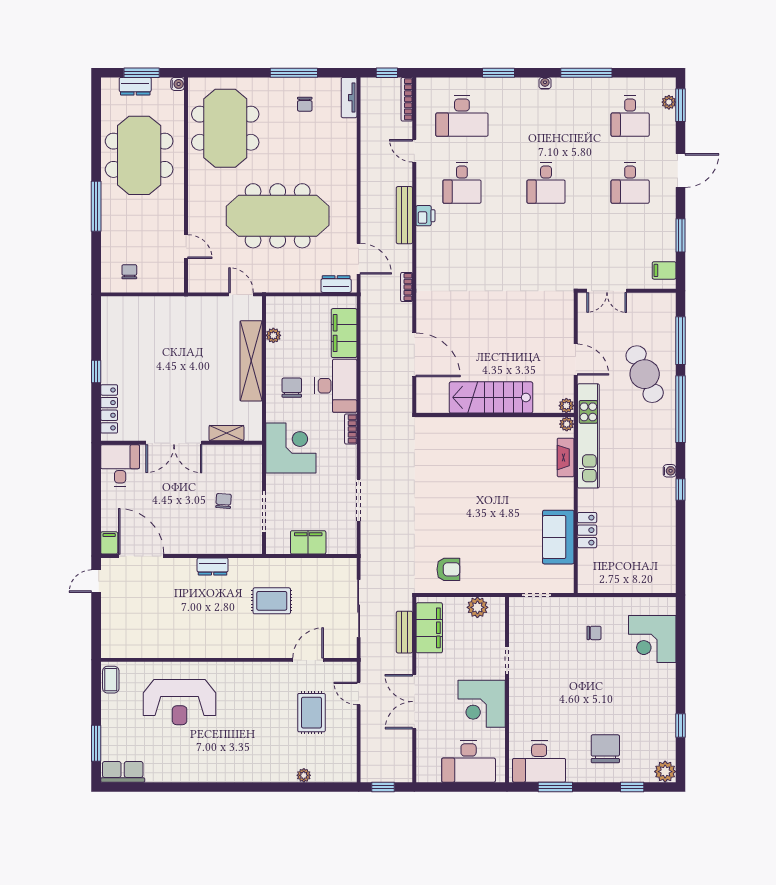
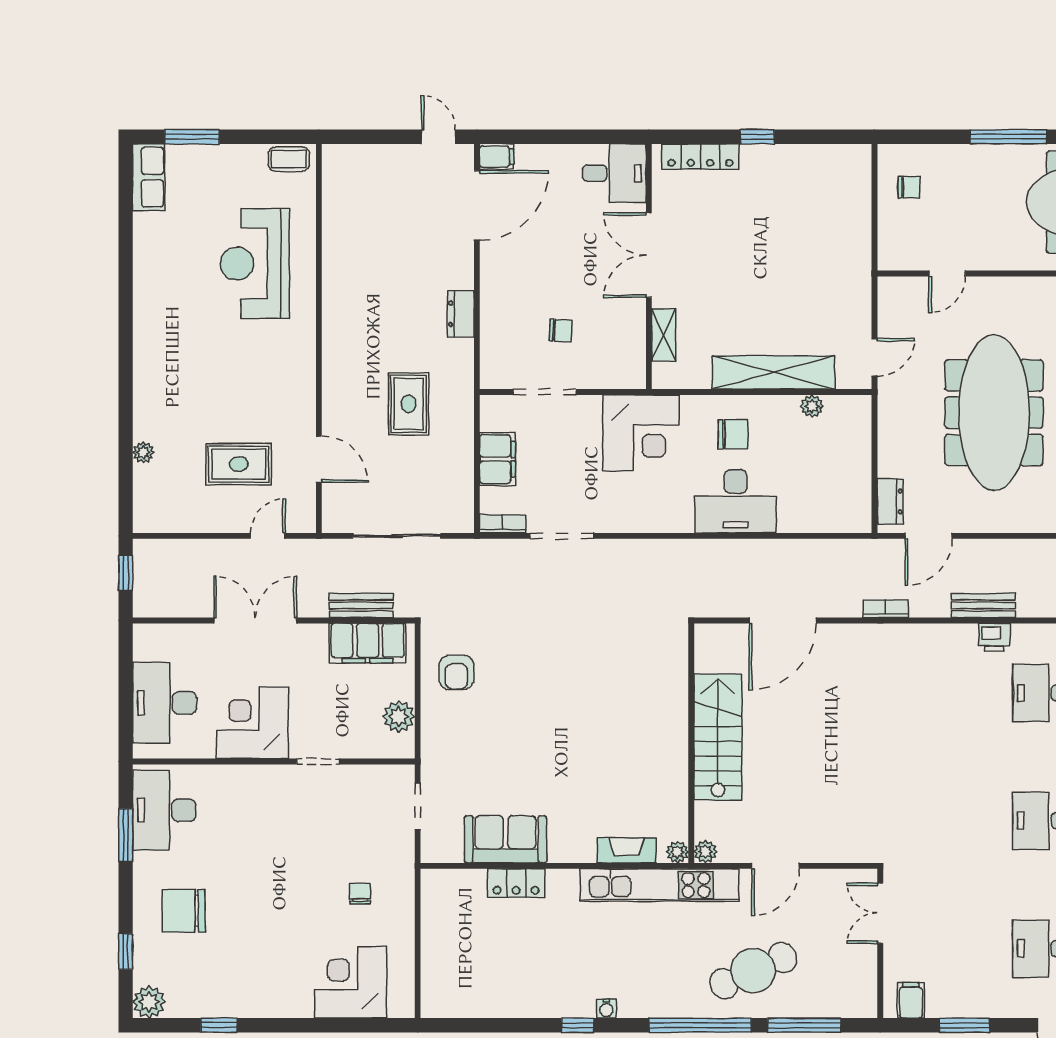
bench: (404, 215) -> (983, 605), width x0.73
filing cabinet: (344, 333) -> (816, 514), removed
bookcase: (351, 429) -> (503, 524), moved
chair: (594, 633) -> (360, 894), turned 180
chair: (605, 749) -> (184, 911), turned 180

